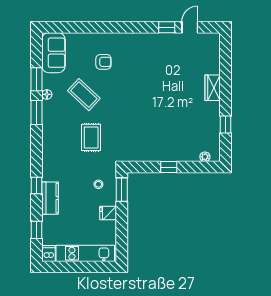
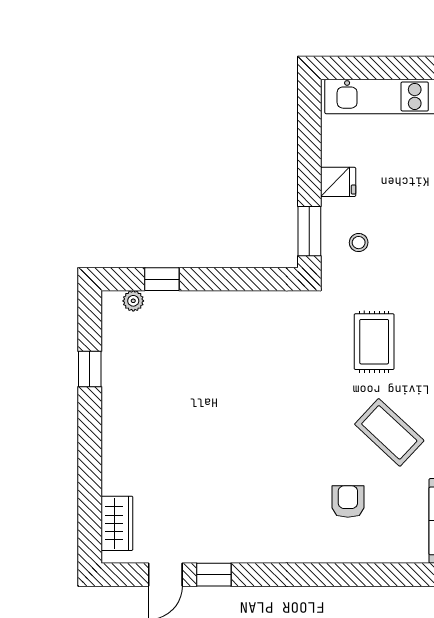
armchair: (103, 62) -> (348, 502), turned 90
wardrobe: (213, 88) -> (117, 523), moved
window: (169, 167) -> (162, 279), moved

